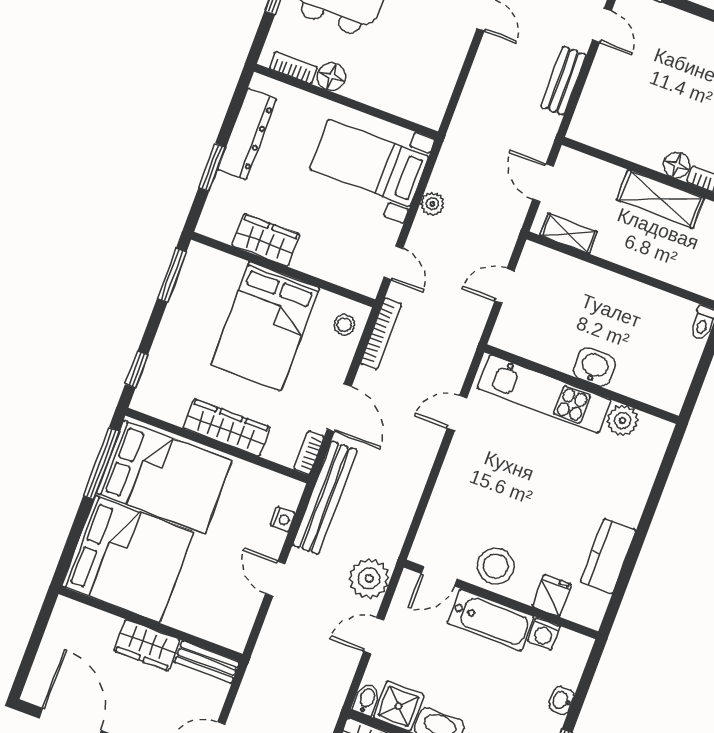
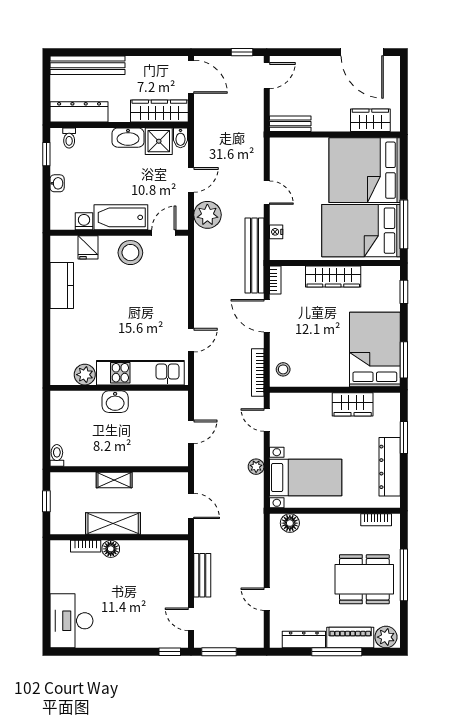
floor lamp: (331, 77) -> (290, 523), moved
shelving: (569, 234) -> (114, 480), moved
bed: (265, 326) -> (375, 350), moved
wardrobe: (147, 645) -> (370, 120), moved

